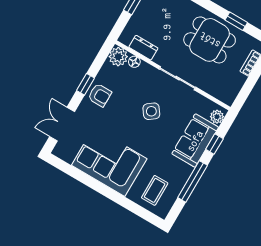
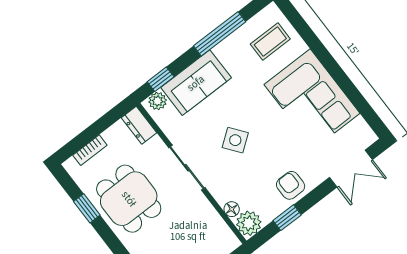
dresser: (143, 48) -> (139, 125), moved
window: (85, 84) -> (287, 218), moved
window: (214, 144) -> (161, 79), moved

